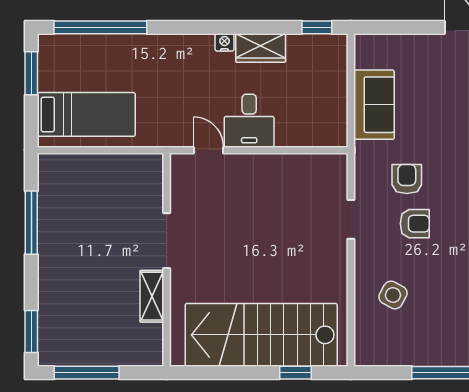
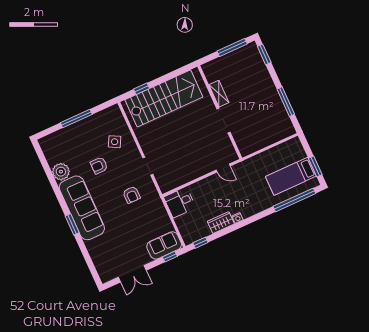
window: (387, 27) -> (170, 257), added
sofa: (374, 105) -> (164, 245), moved, turned 90
bed: (86, 114) -> (291, 176), moved
desk: (249, 121) -> (180, 202), moved, turned -90
armchair: (415, 224) -> (99, 166), moved

